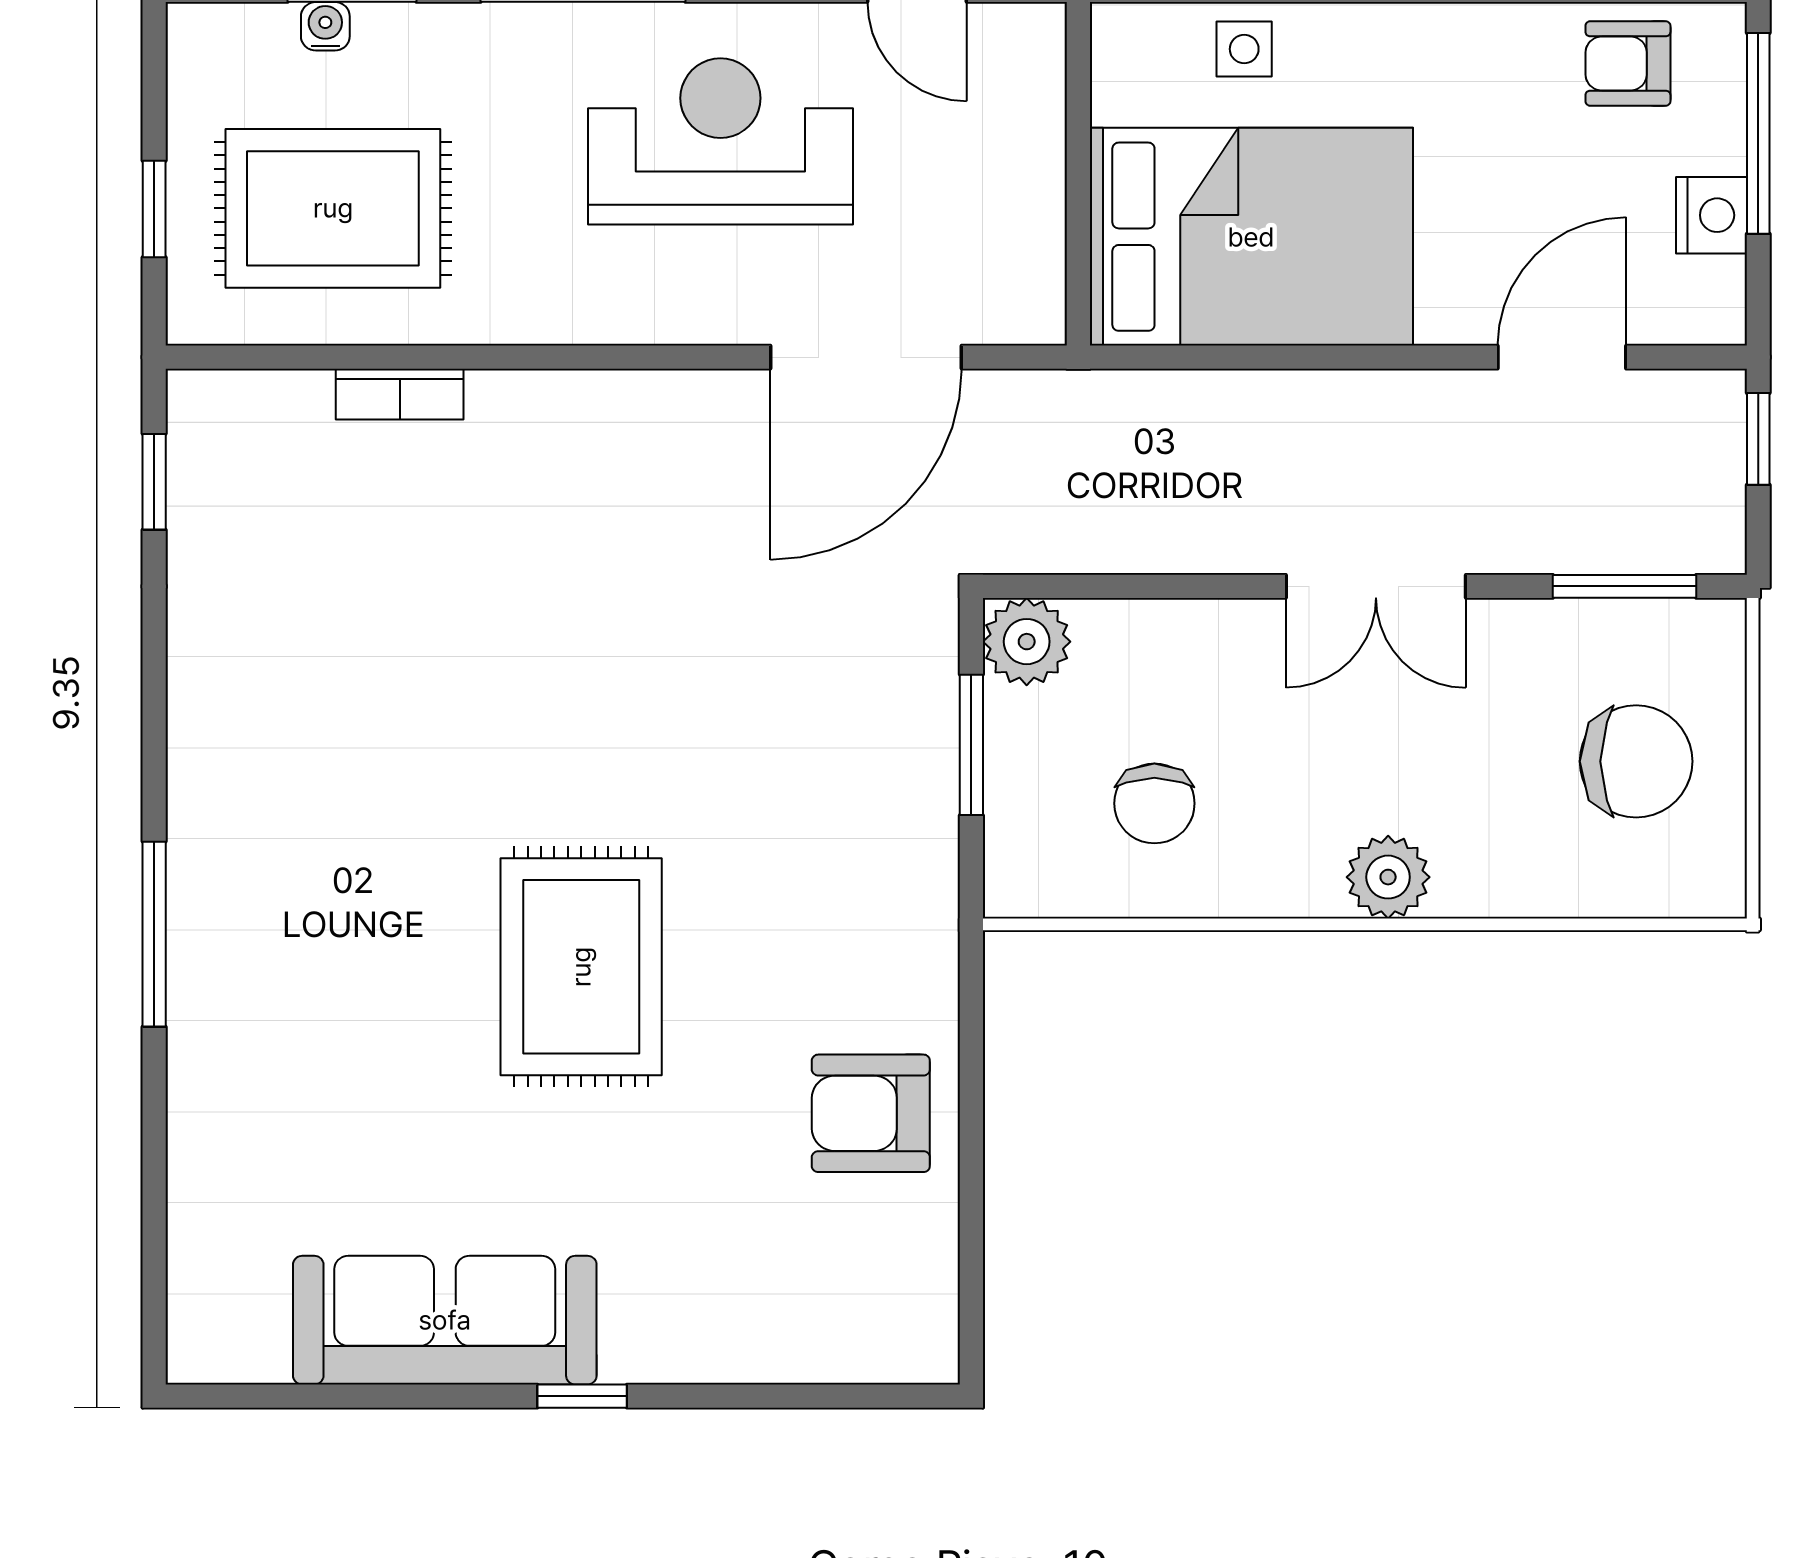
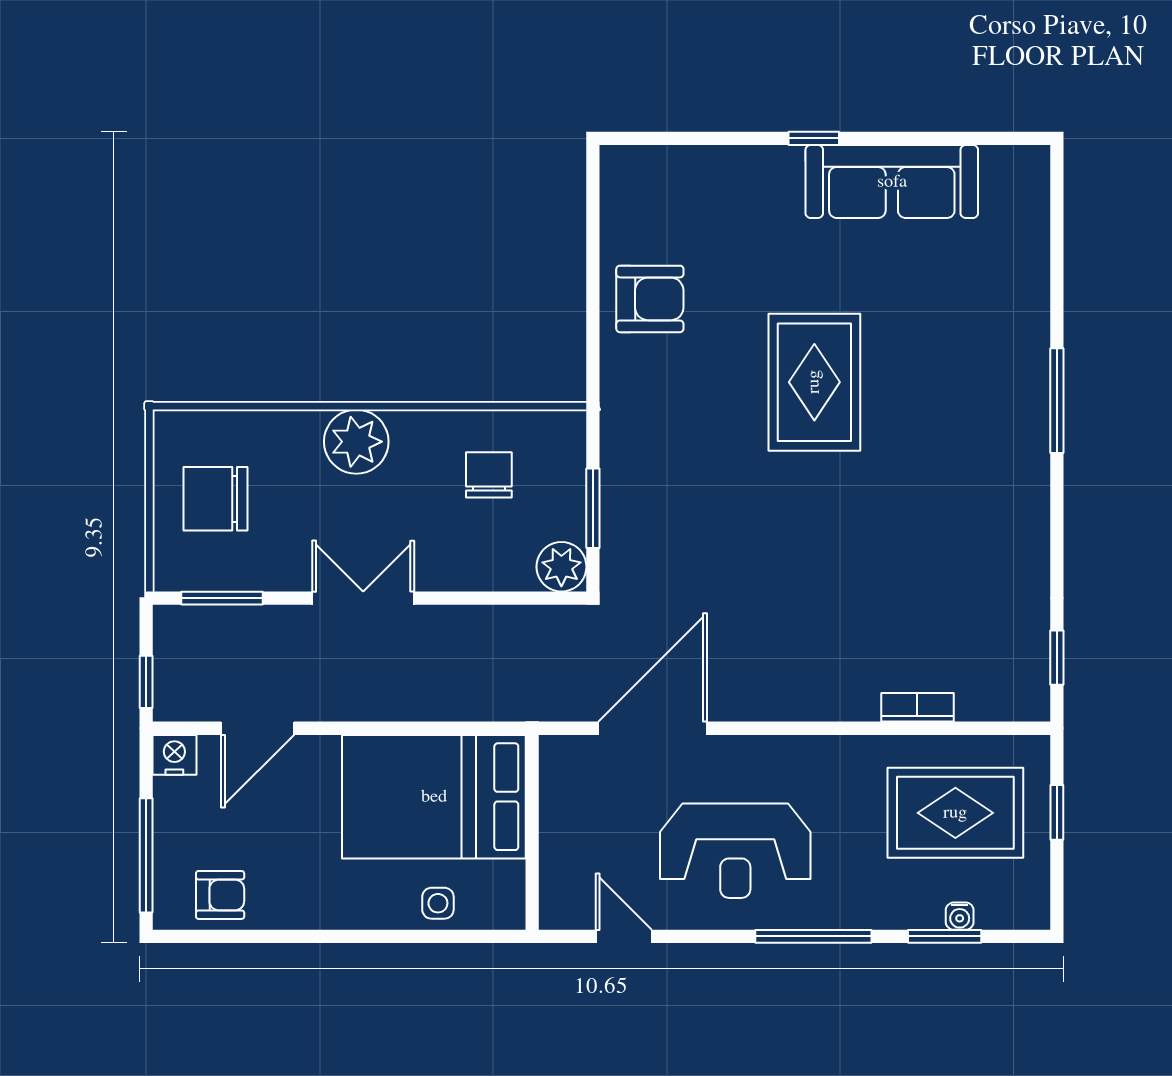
nightstand: (1711, 215) -> (174, 755), moved, turned 90
plant: (1388, 877) -> (356, 442), width x1.36, depth x1.36

